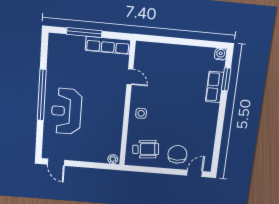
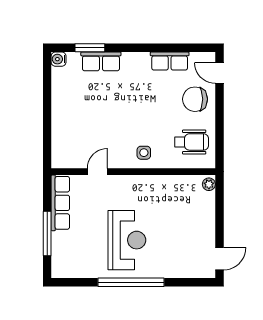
reception desk: (66, 111) -> (127, 240), moved, turned -90
row of seats: (208, 138) -> (170, 61), added
wheelchair: (146, 149) -> (191, 142), turned 96

